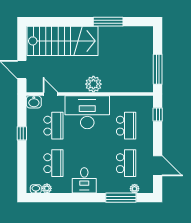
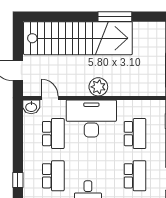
stairs: (62, 41) -> (78, 38), width x1.36
window: (22, 133) -> (18, 180), moved

